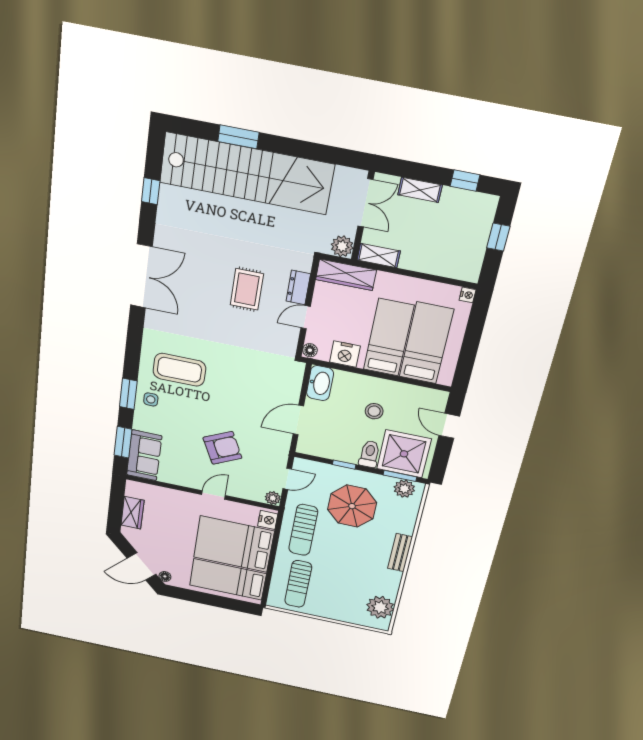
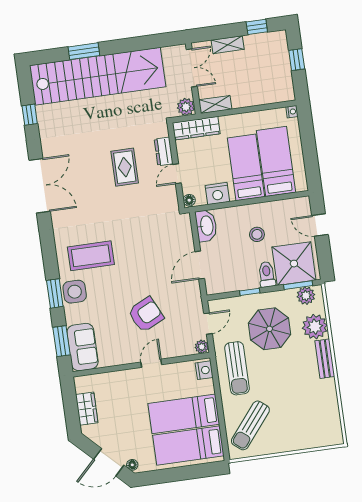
side table: (151, 399) -> (75, 292), width x1.87, depth x1.87
bed: (234, 544) -> (184, 414), width x0.67
sun lounger: (298, 584) -> (250, 425), turned 39
plant: (380, 607) -> (315, 327), moved

